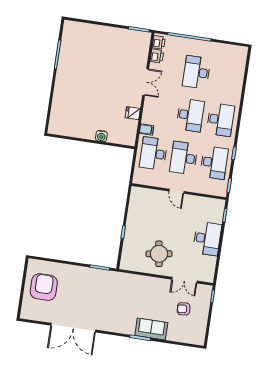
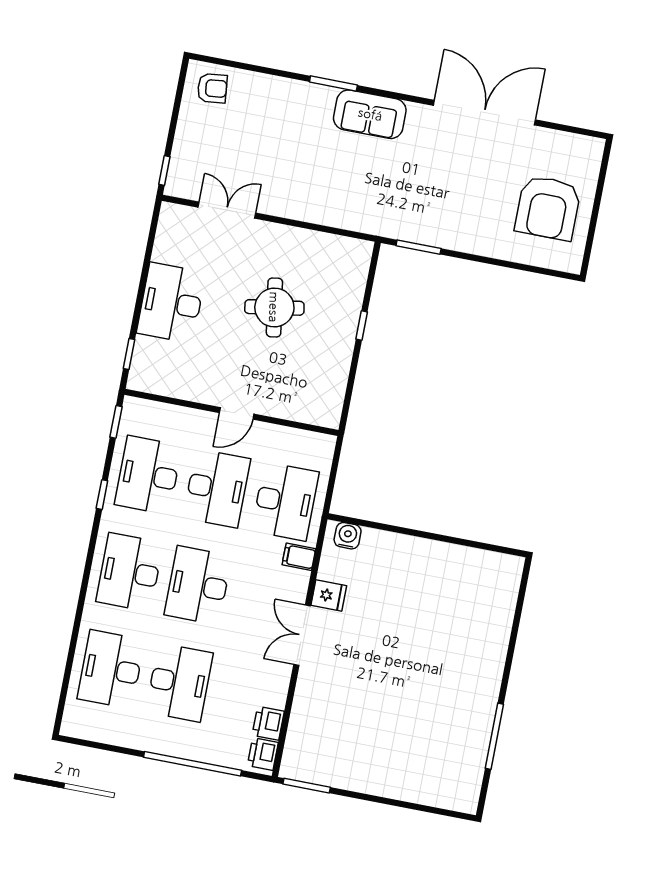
desk: (227, 77) -> (111, 669), added
double door: (146, 82) -> (302, 635), moved
water cooler: (101, 136) -> (348, 536), moved
door: (176, 191) -> (237, 413), swing flipped
round table: (159, 254) -> (274, 307), moved
armchair: (184, 309) -> (212, 88), moved
sofa: (151, 329) -> (370, 114), moved

